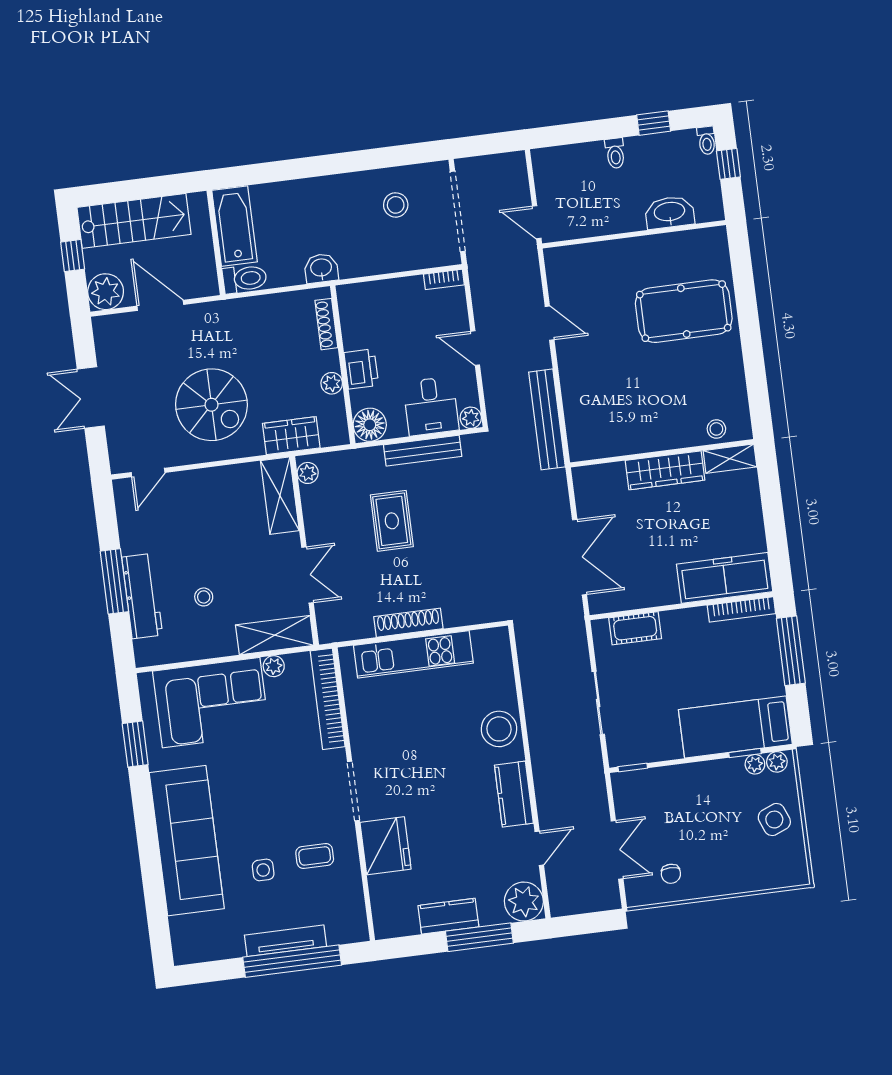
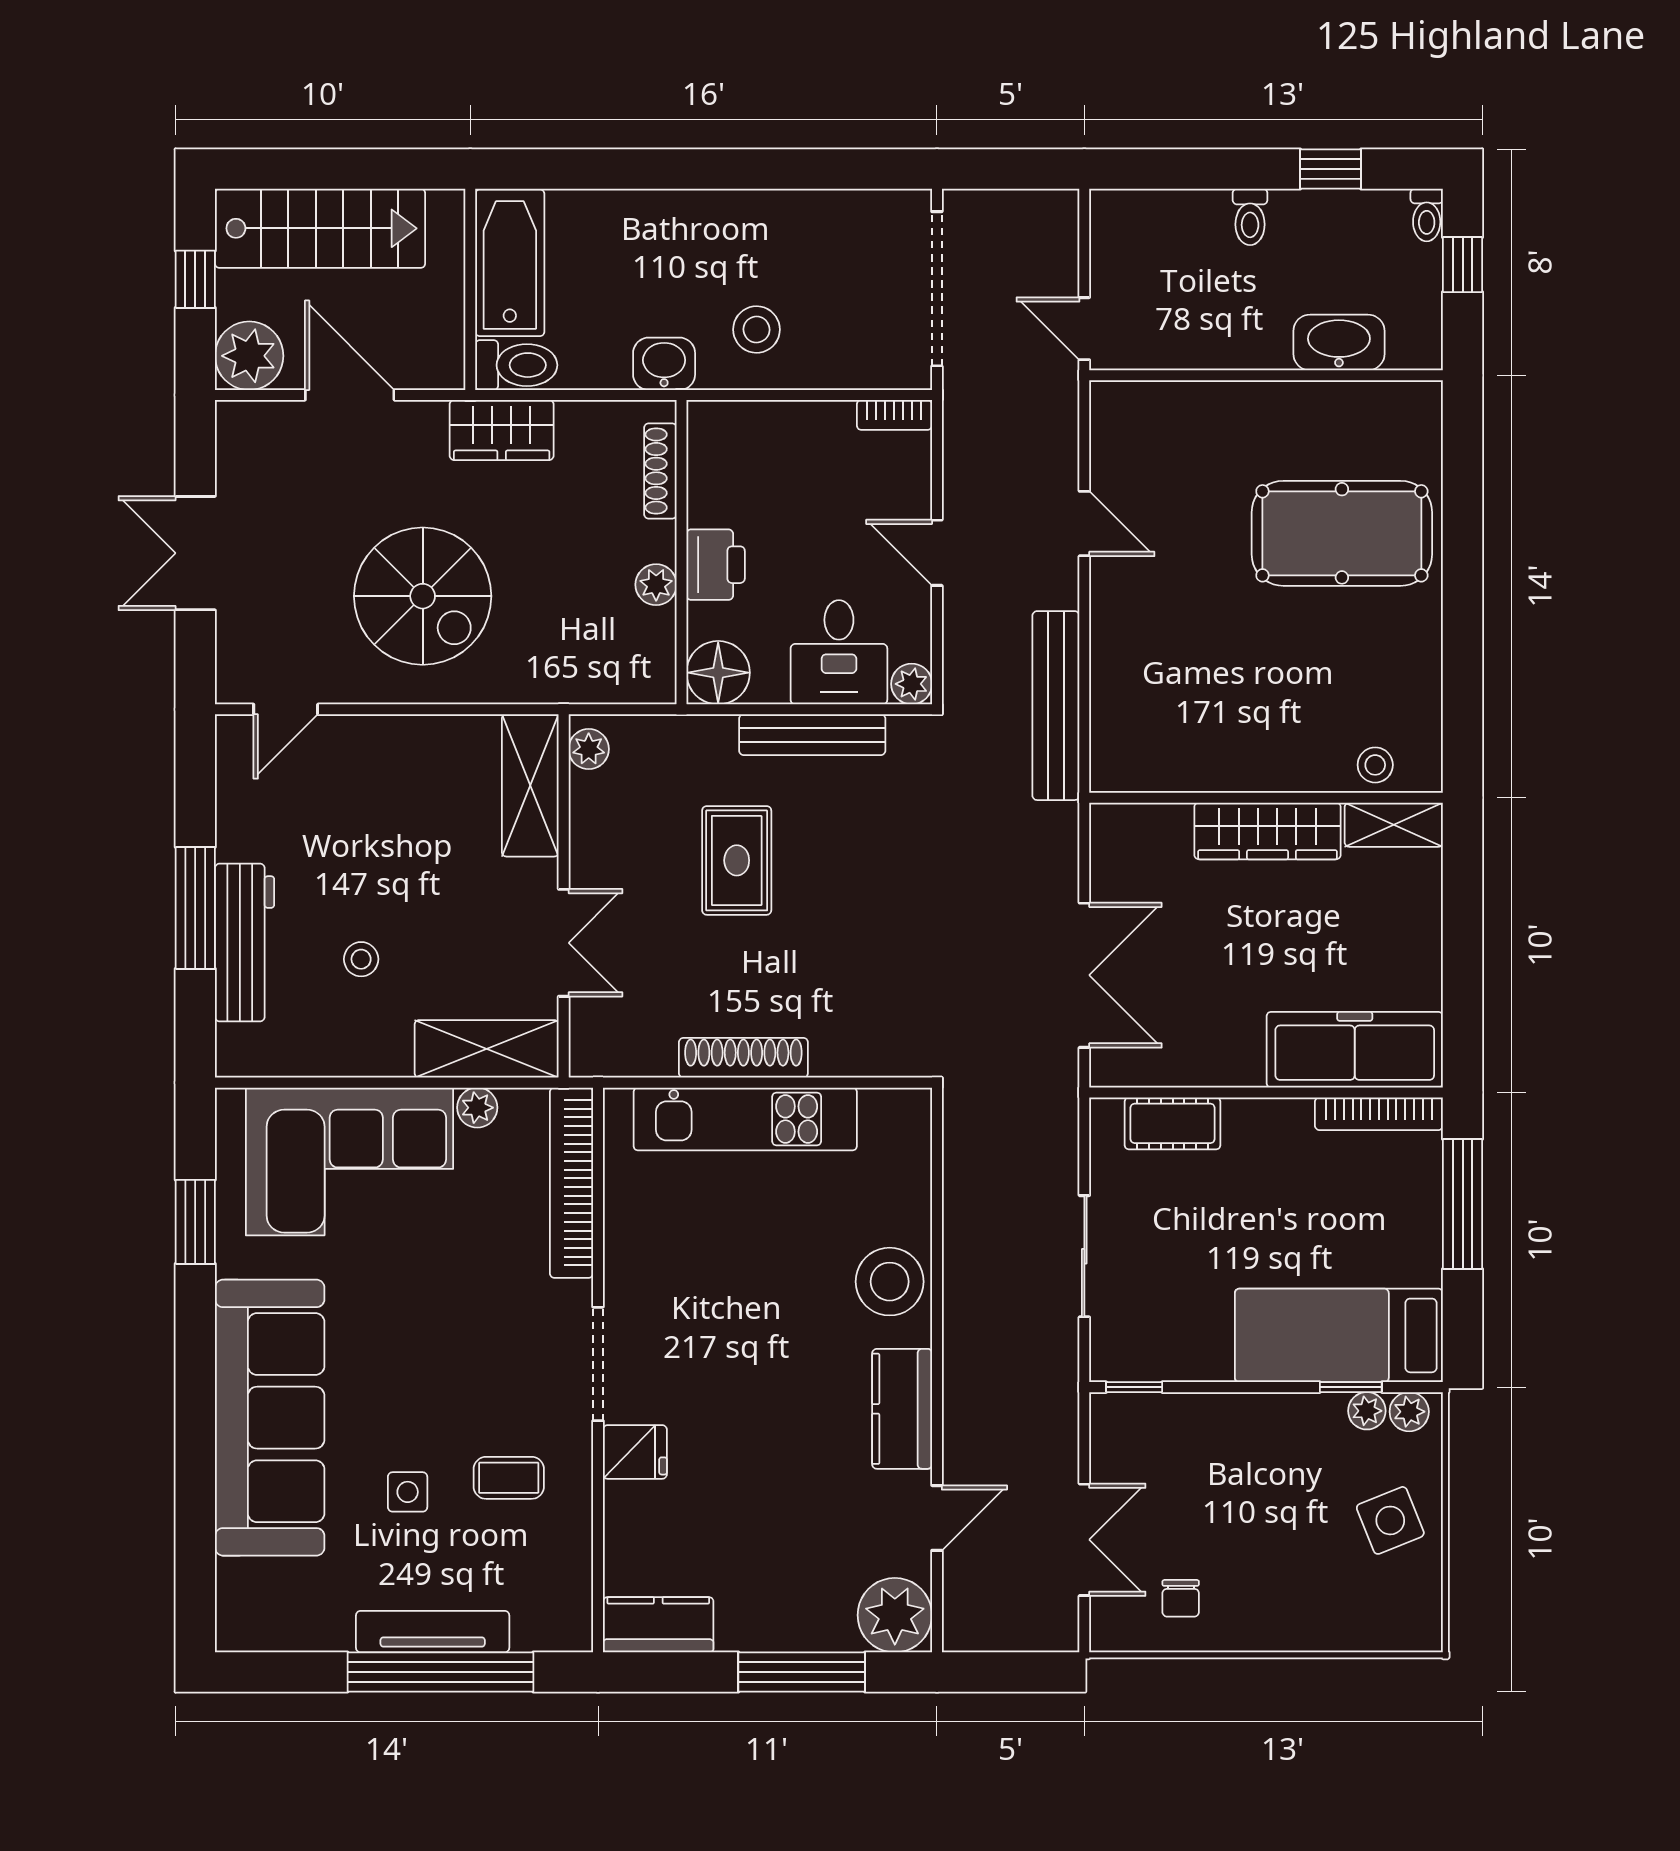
stool: (396, 205) -> (756, 330), moved
wardrobe: (291, 436) -> (502, 430), moved, turned 180
fridge: (386, 846) -> (635, 1452), width x0.53, depth x0.75
kitchen counter: (448, 916) -> (658, 1625), moved

